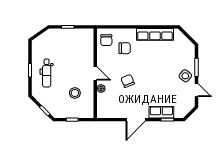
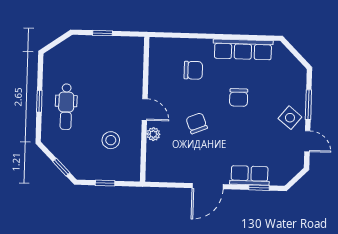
chair: (106, 40) -> (239, 98), moved

